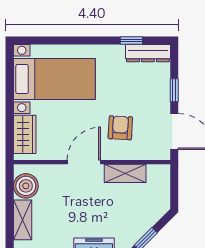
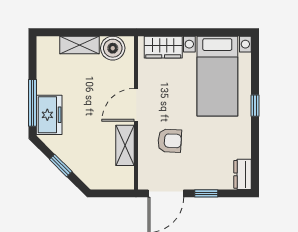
window: (131, 41) -> (255, 106), moved
dresser: (148, 53) -> (243, 174), width x0.70
door: (84, 162) -> (136, 105), swing flipped

